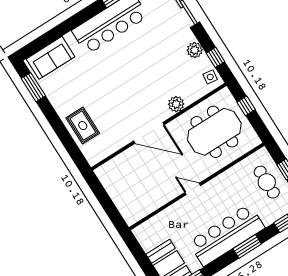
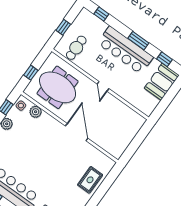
plant: (176, 104) -> (36, 112), moved
cafe table: (267, 182) -> (76, 48), moved
window: (247, 246) -> (138, 41), moved

